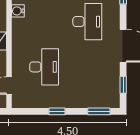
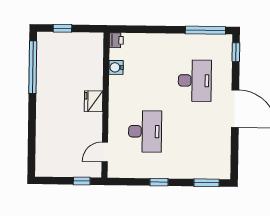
window: (123, 85) -> (234, 153), removed

